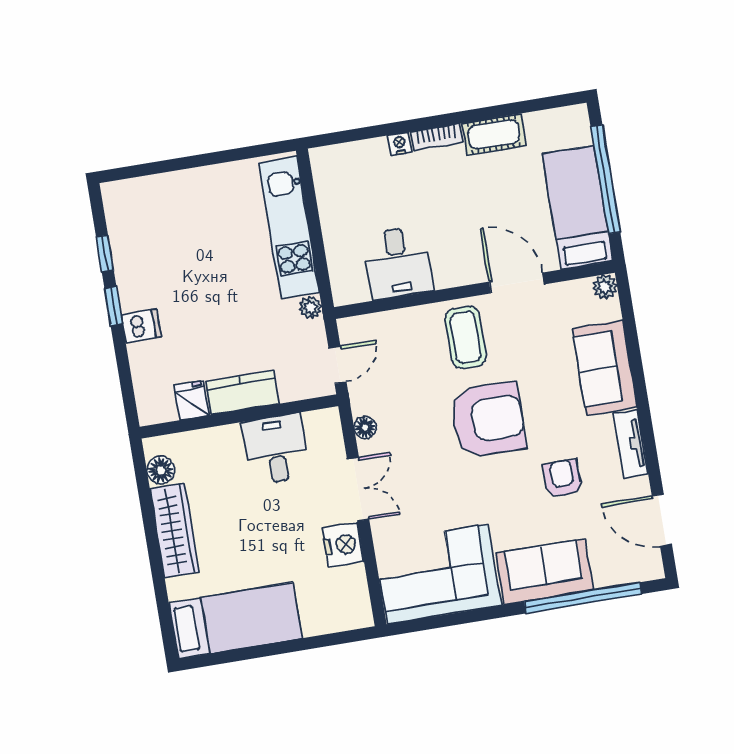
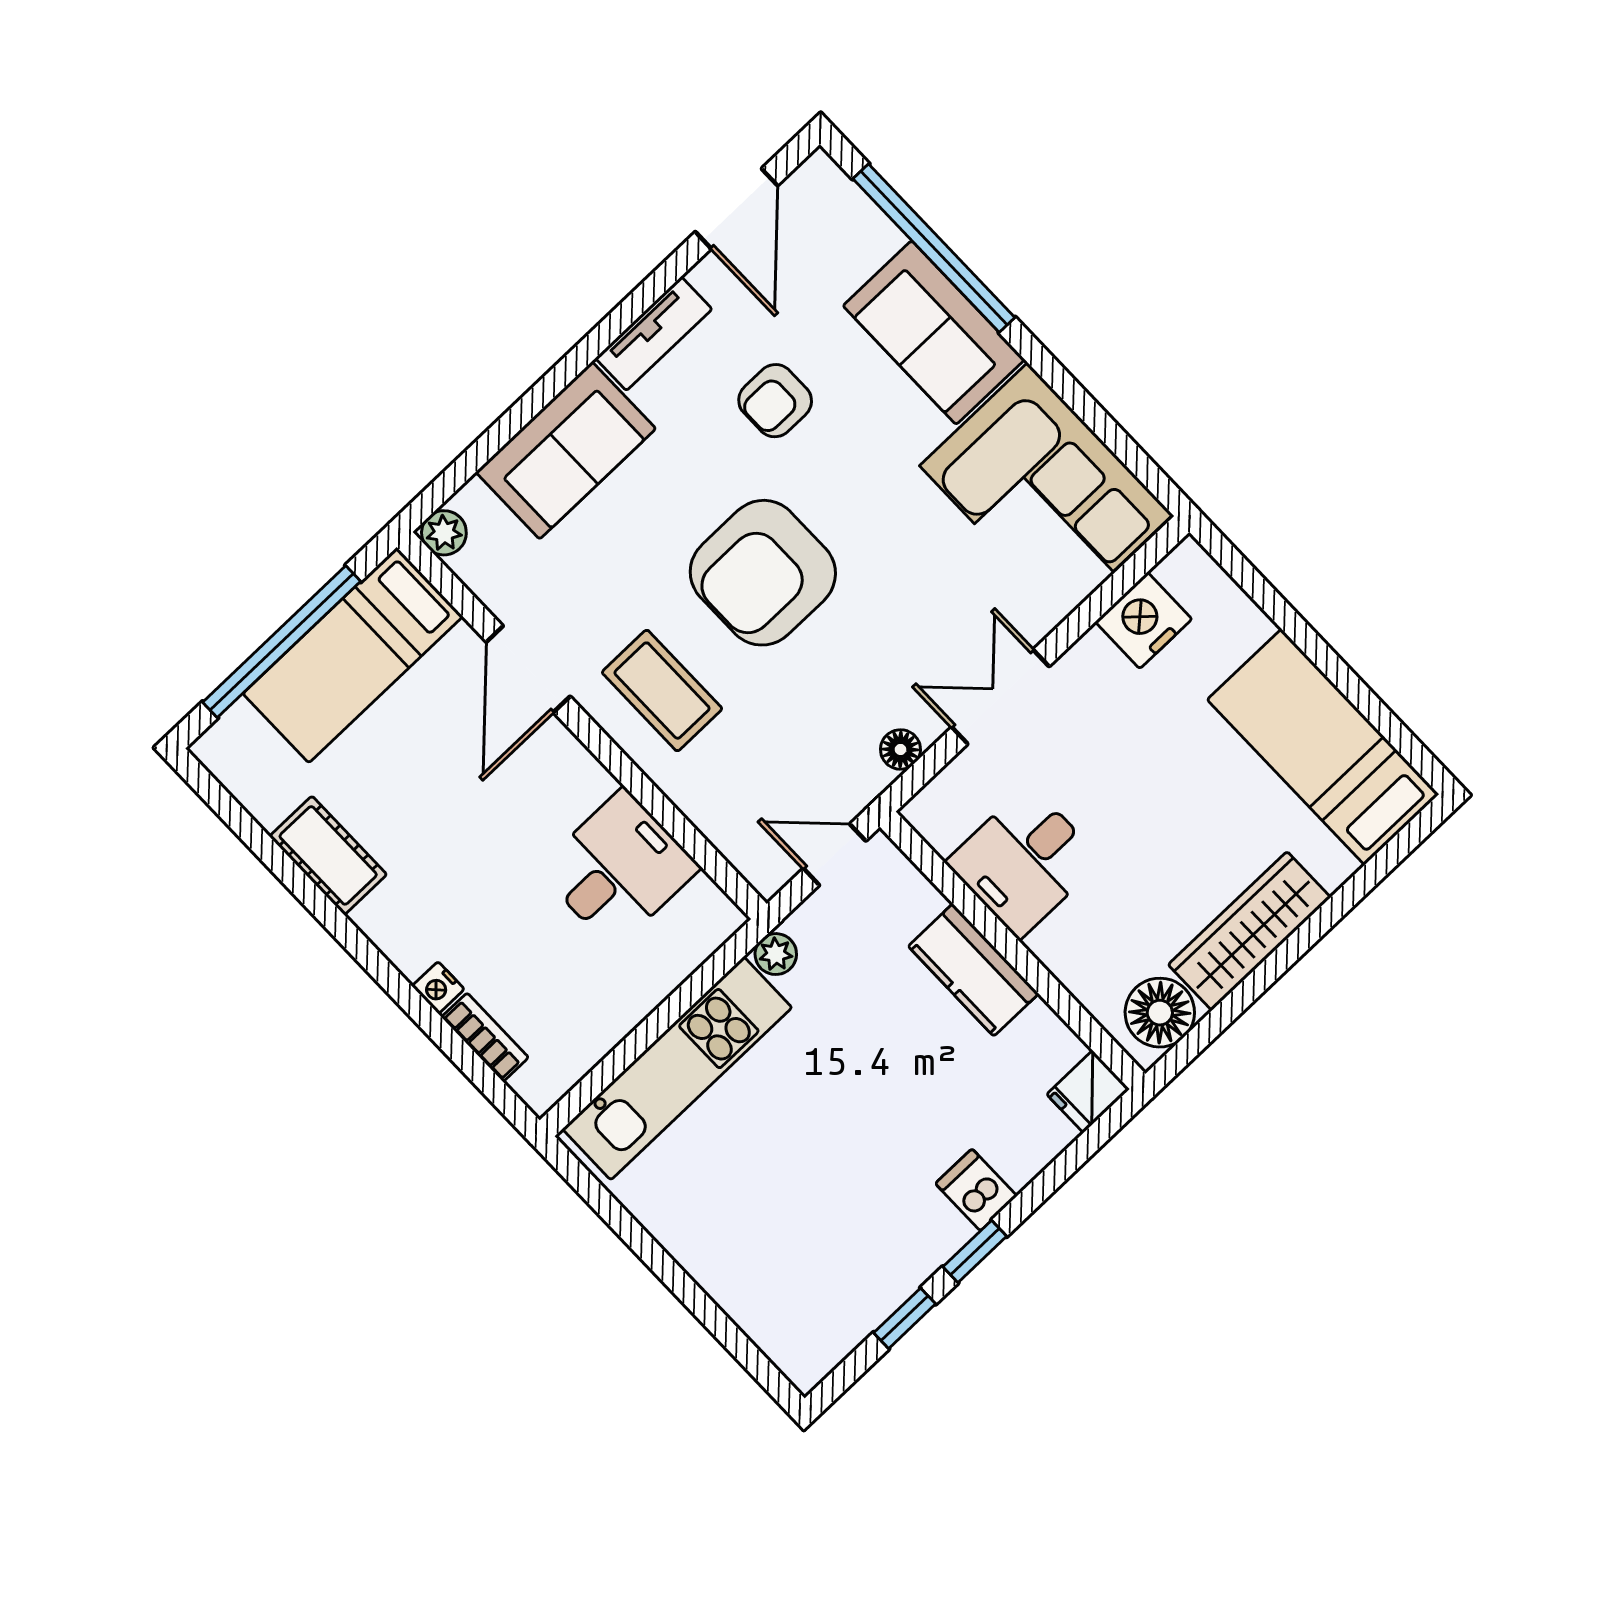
bookcase: (437, 137) -> (485, 1037), moved
coffee table: (466, 337) -> (662, 691), turned 90
fridge: (191, 400) -> (1088, 1092), moved
armchair: (488, 420) -> (763, 573), turned -90
floor lamp: (161, 470) -> (1160, 1013), width x1.38, depth x1.38
nightstand: (343, 545) -> (1143, 620), moved

